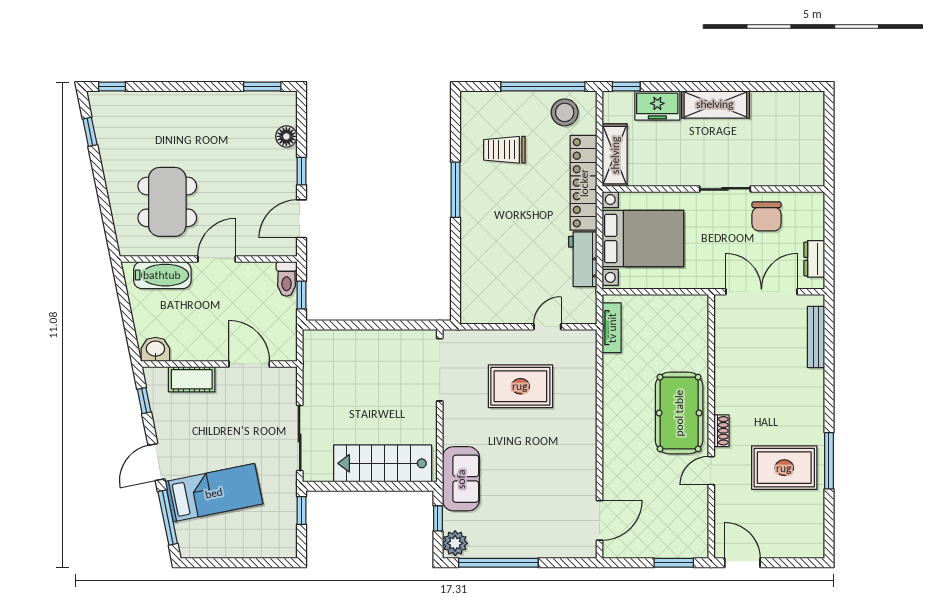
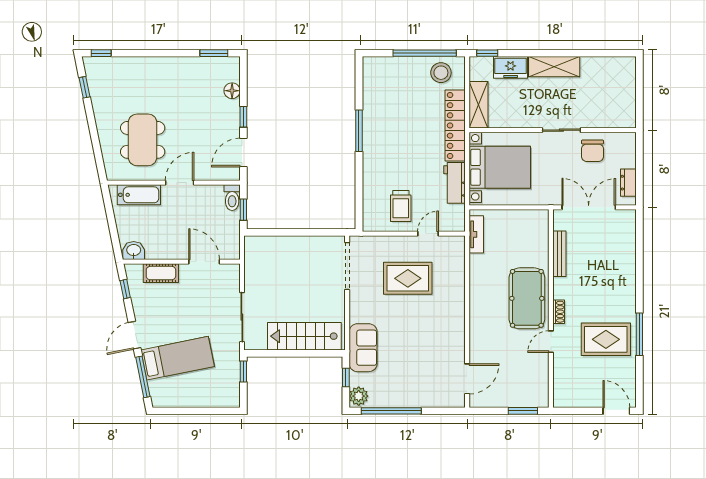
trolley: (504, 150) -> (401, 206), moved, turned -90
bench: (816, 337) -> (559, 254), moved
door: (742, 563) -> (616, 411), moved

